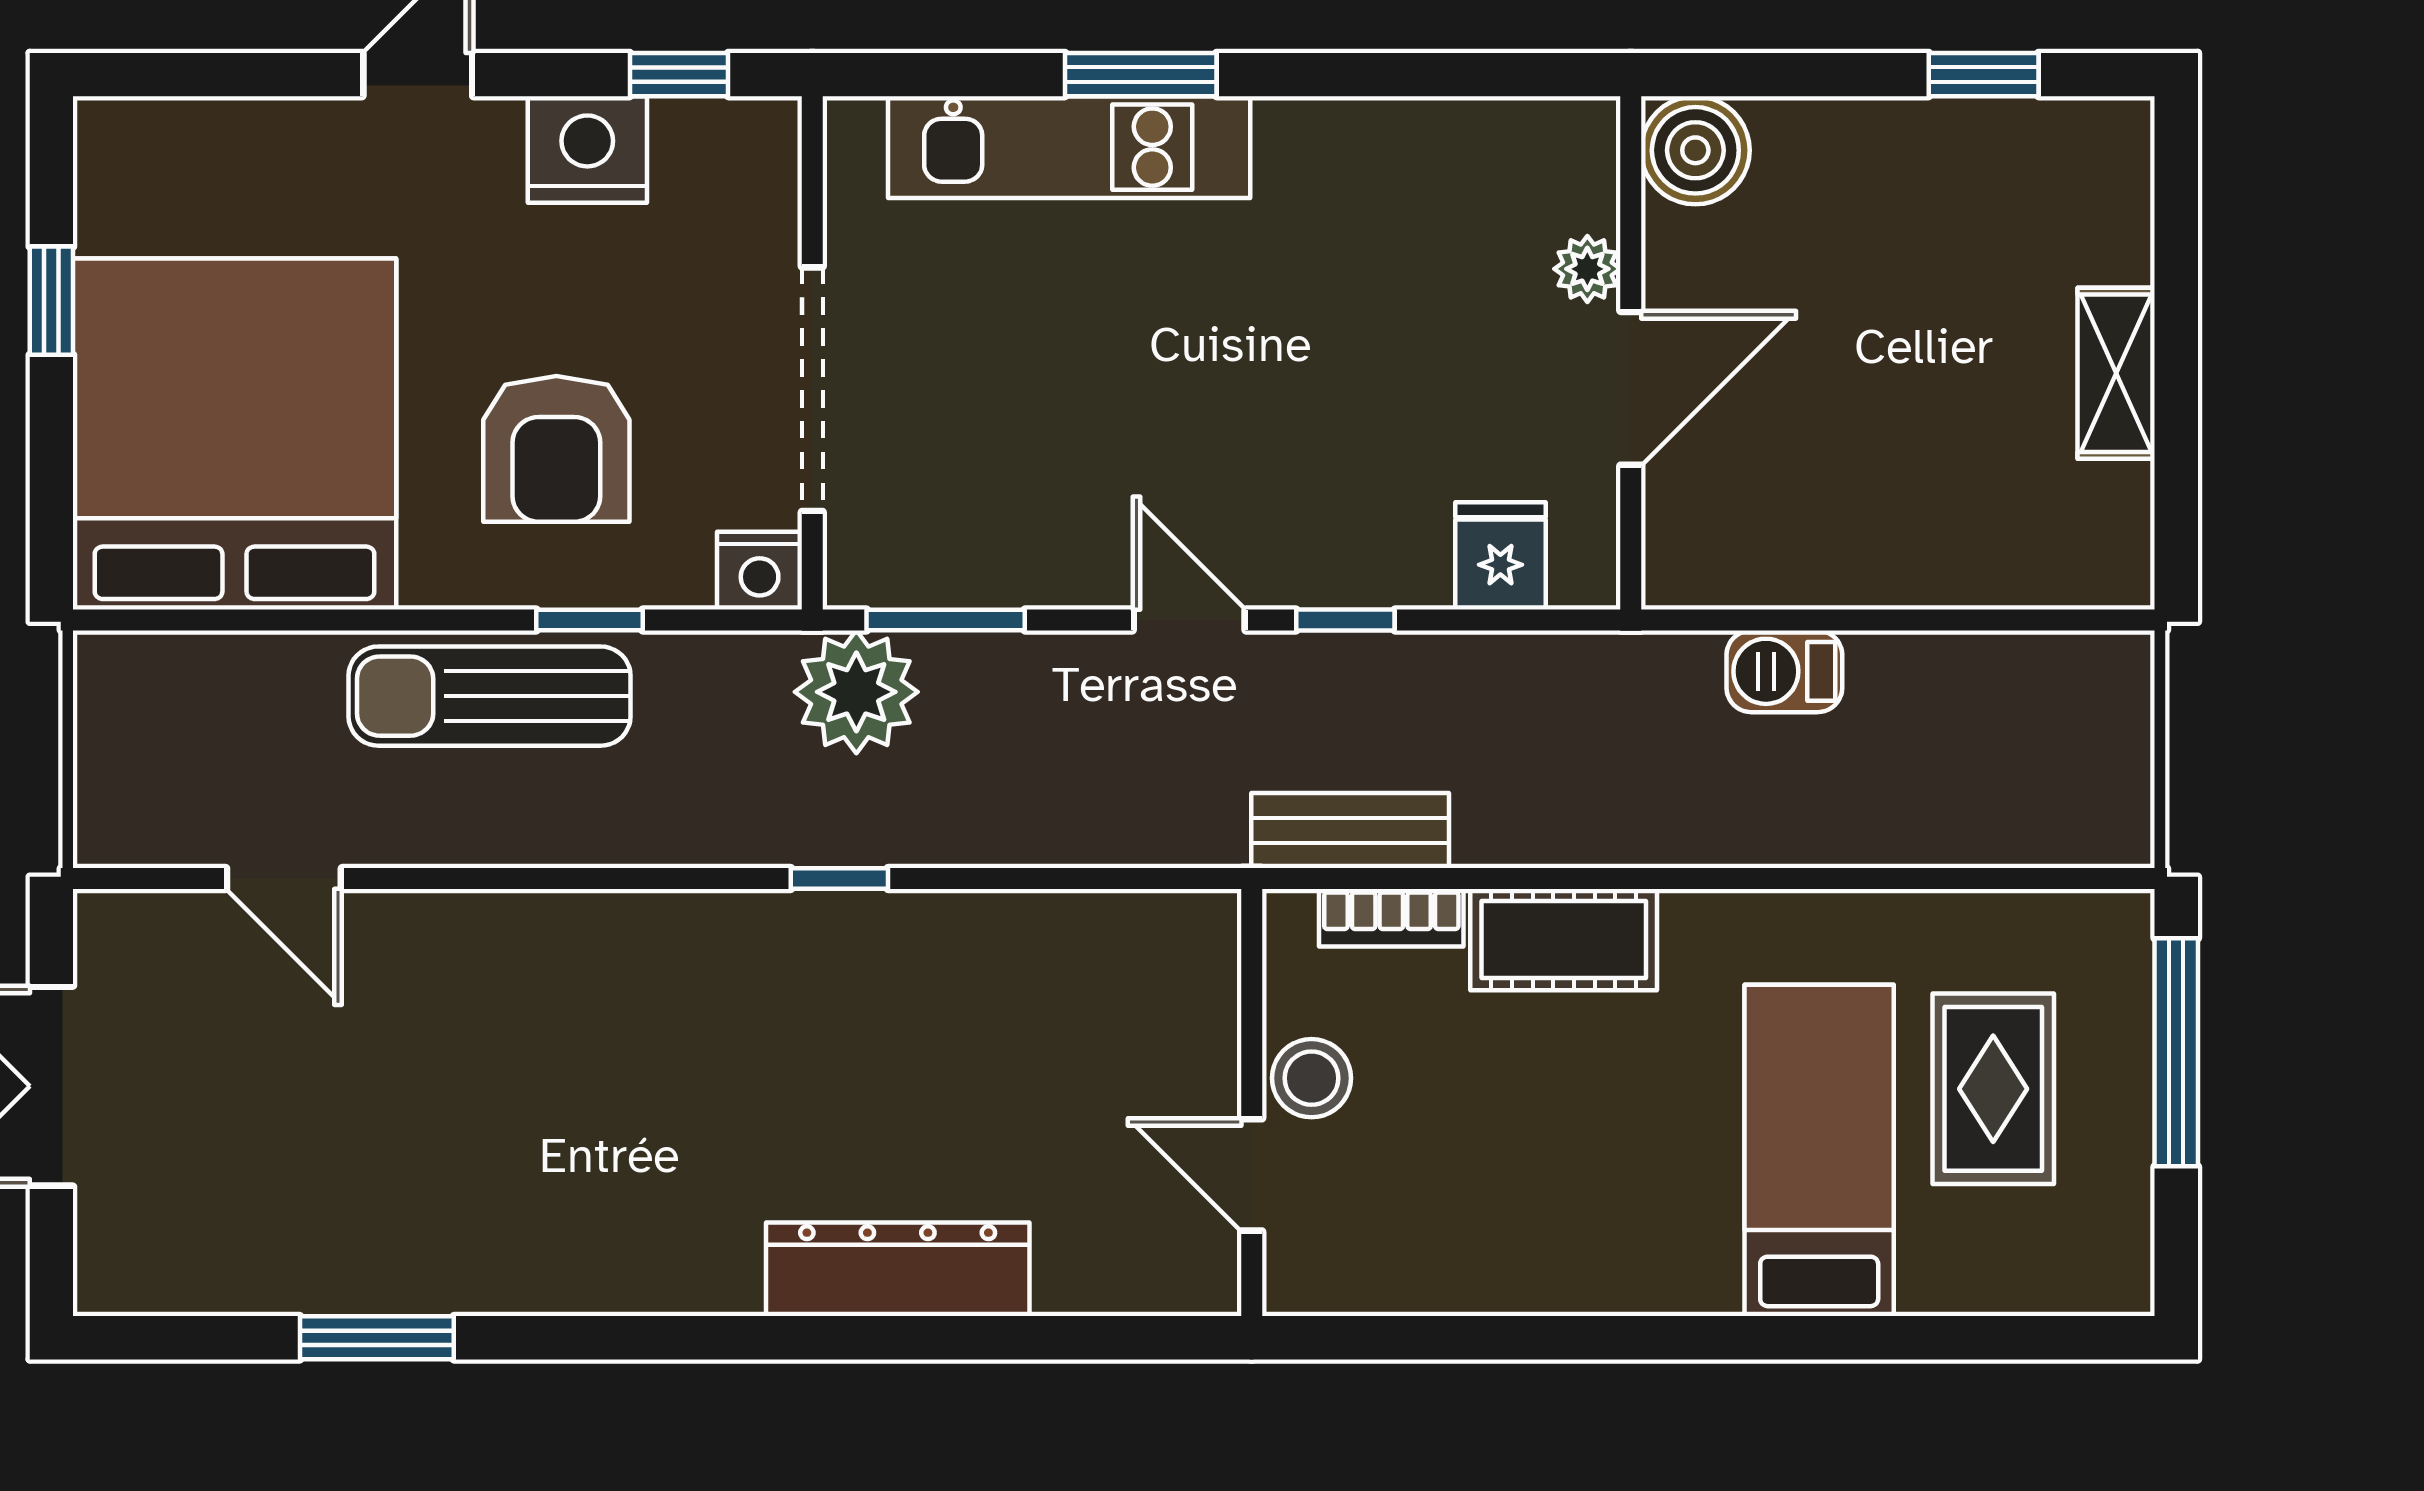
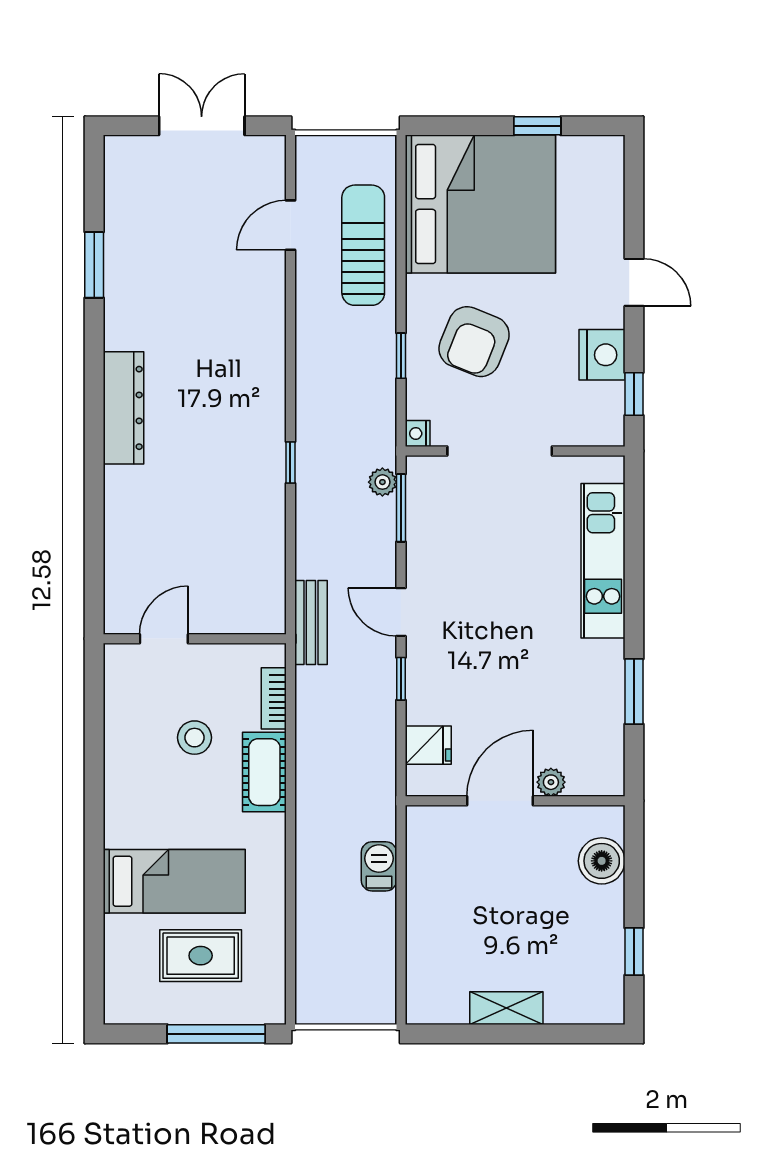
window: (1141, 75) -> (634, 692), moved
boiler: (1695, 150) -> (602, 861), moved
door: (1631, 388) -> (500, 801), swing flipped
armchair: (556, 449) -> (474, 342), turned -68
nightstand: (760, 571) -> (418, 433), width x0.72, depth x0.74
door: (1189, 620) -> (401, 612), swing flipped
plant: (856, 692) -> (382, 482), width x0.53, depth x0.53
sun lounger: (490, 696) -> (363, 245), moved
bench: (1350, 830) -> (311, 622), moved
stool: (1312, 1078) -> (195, 738), moved
dresser: (898, 1269) -> (123, 408), moved

